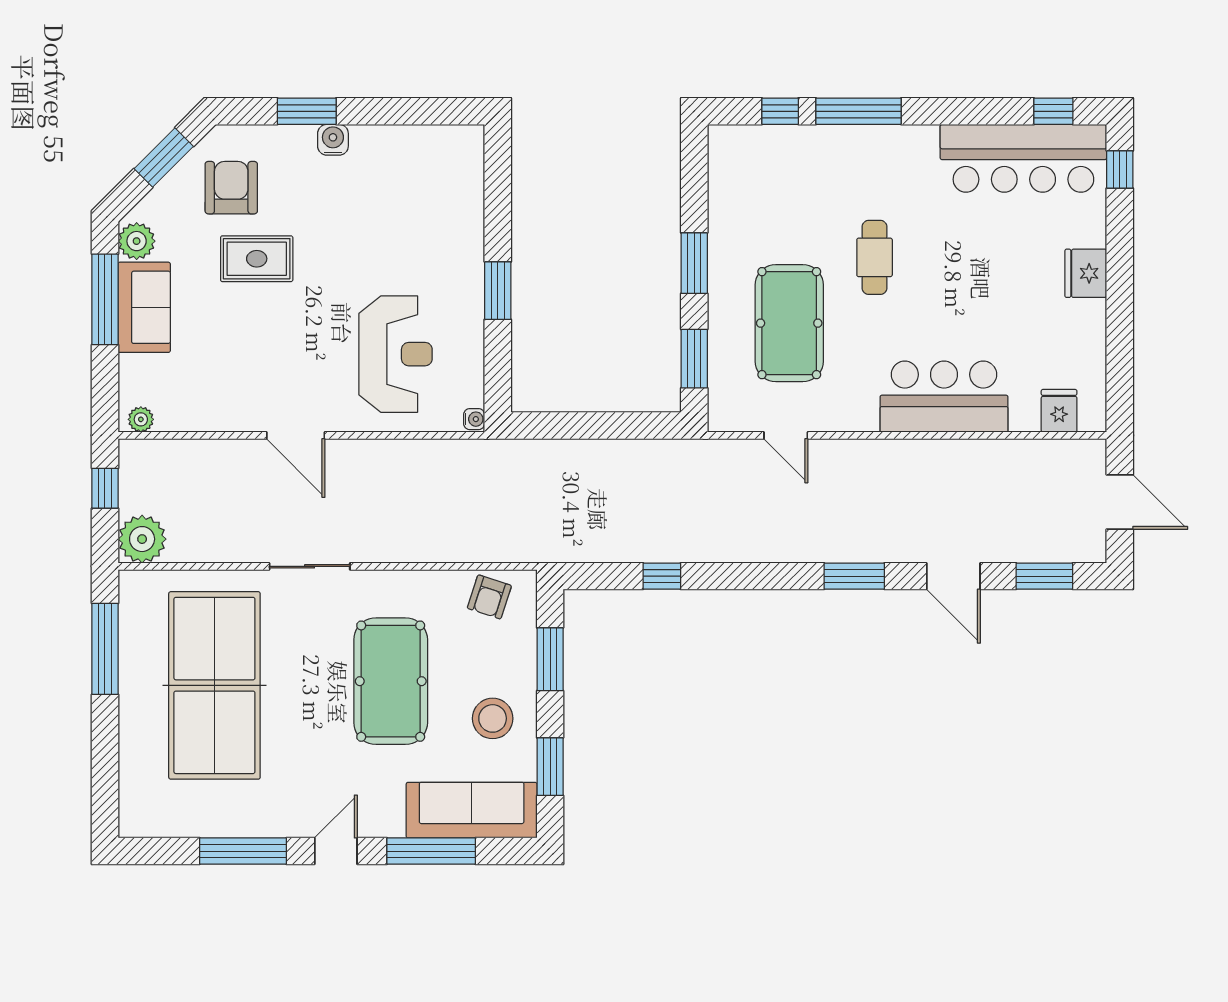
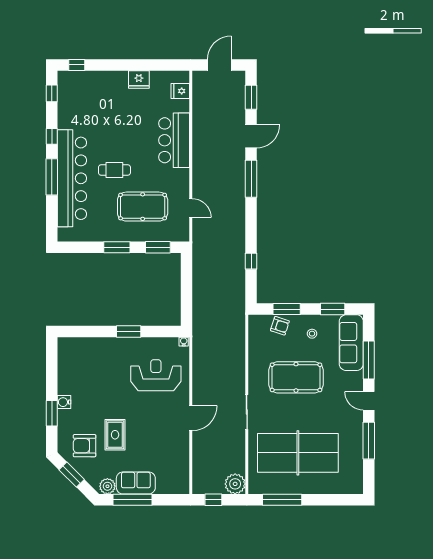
window: (780, 111) -> (52, 136), moved
bar counter: (1023, 158) -> (72, 178), moved, width x1.36
fridge: (1086, 273) -> (139, 79), moved
plant: (141, 419) -> (184, 484), removed
door: (786, 435) -> (191, 208), hinge flipped
window: (854, 576) -> (251, 179), width x1.44
armchair: (489, 597) -> (280, 326), moved
stool: (493, 718) -> (312, 334), width x0.53, depth x0.53

